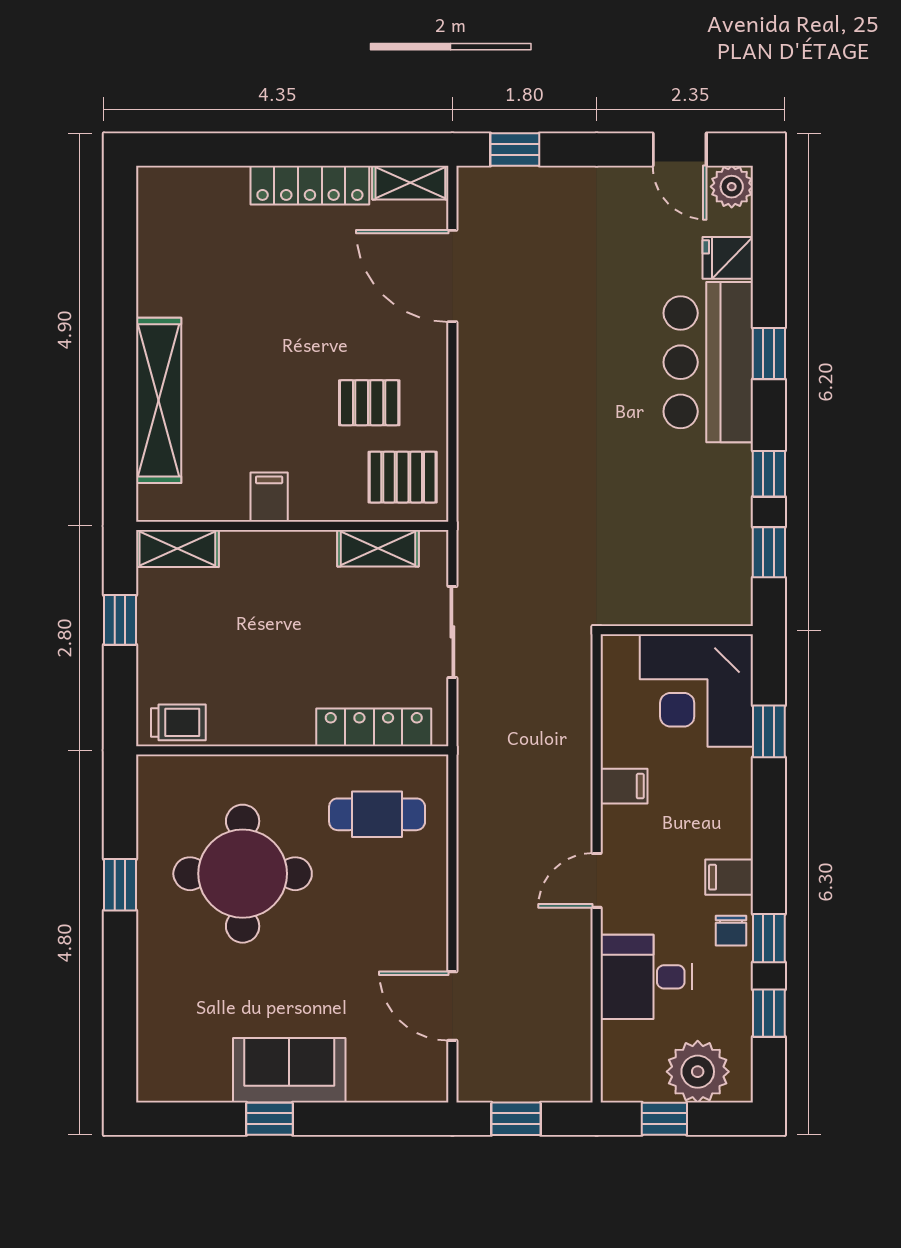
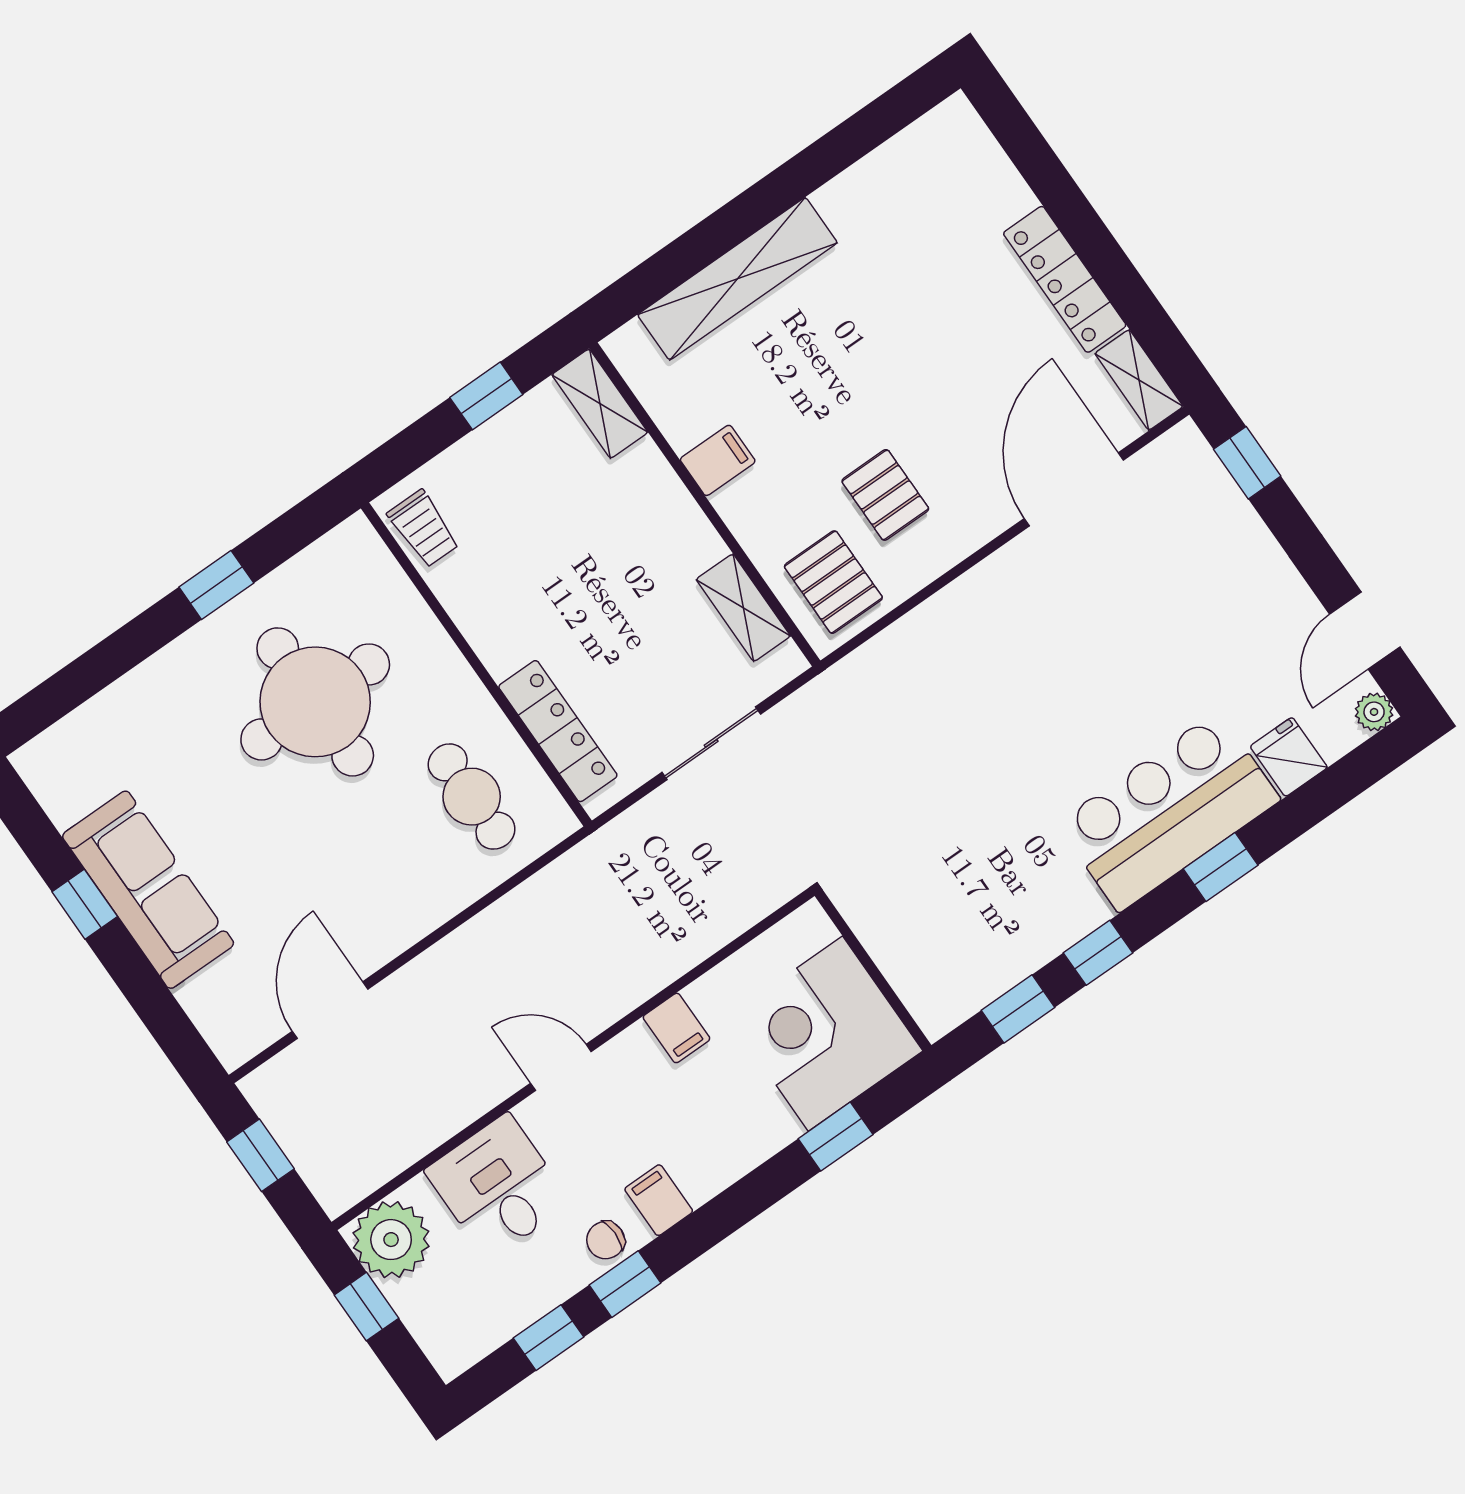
plant: (732, 187) -> (1374, 712), width x0.73, depth x0.73
sofa: (289, 1070) -> (148, 890), width x1.36
plant: (698, 1072) -> (391, 1240), moved

